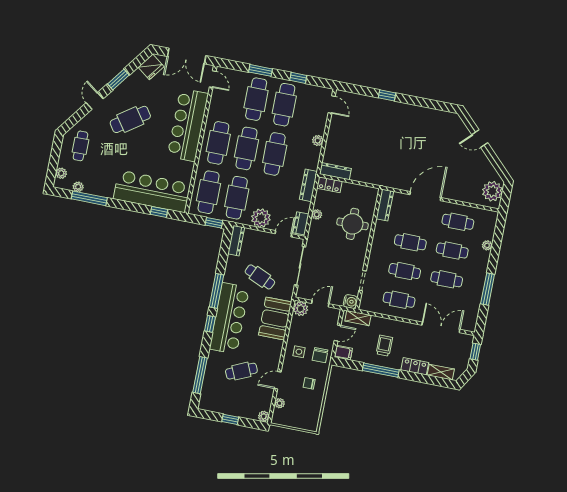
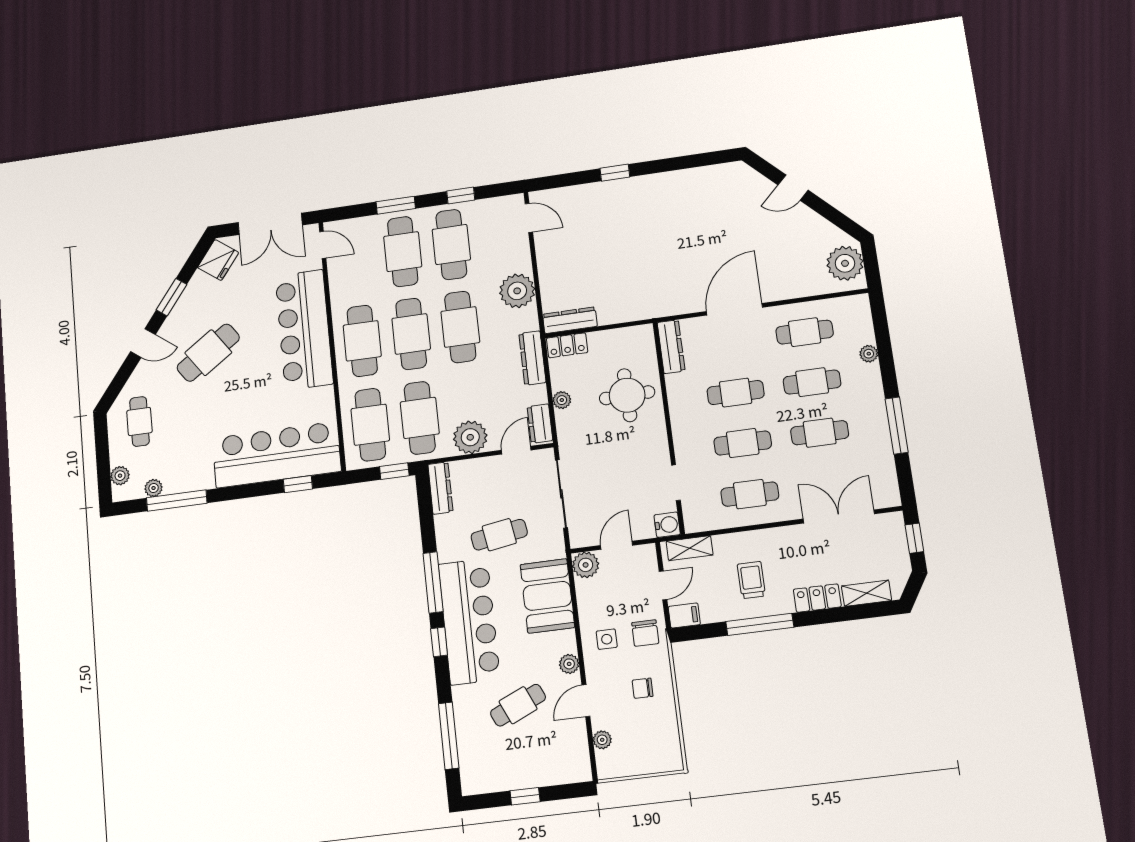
door: (95, 101) -> (143, 343), swing flipped
plant: (318, 141) -> (517, 291), width x1.87, depth x1.87
cafe table: (260, 277) -> (499, 535), turned -33
plant: (264, 416) -> (569, 664), moved

